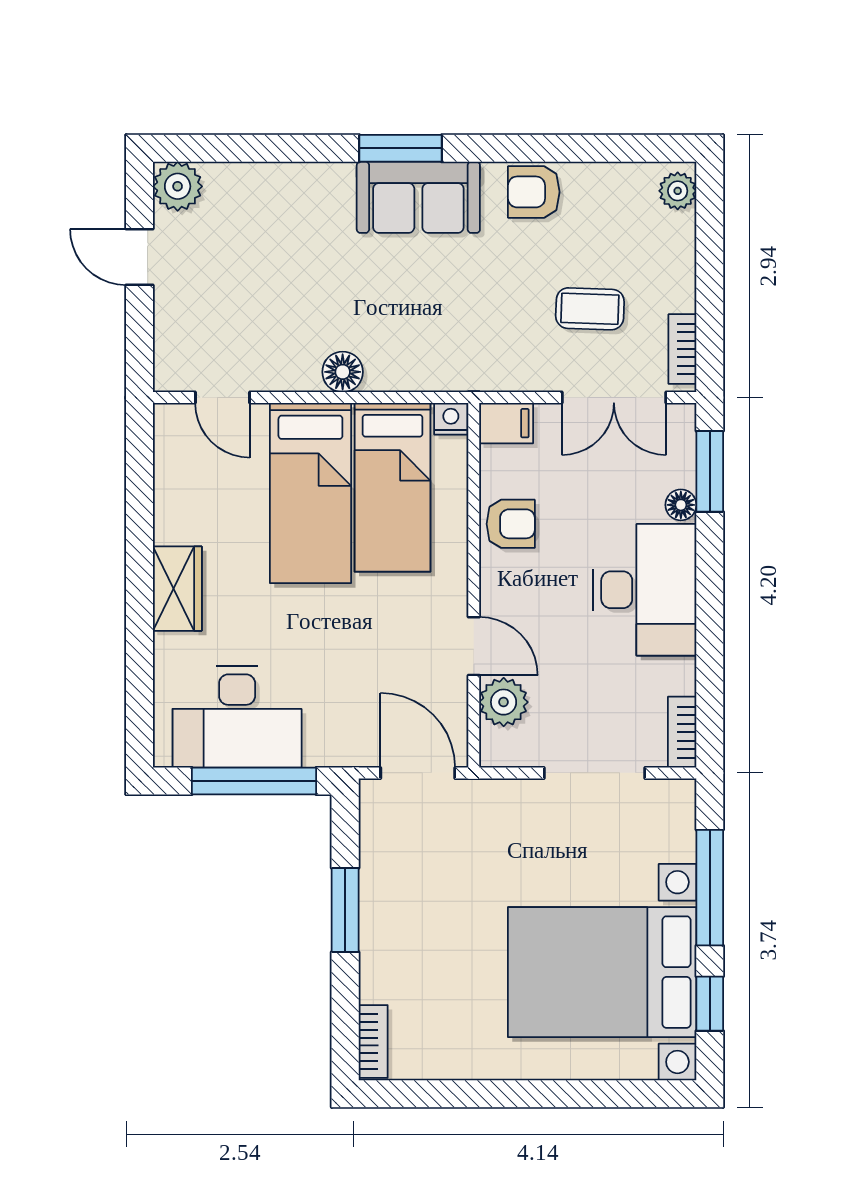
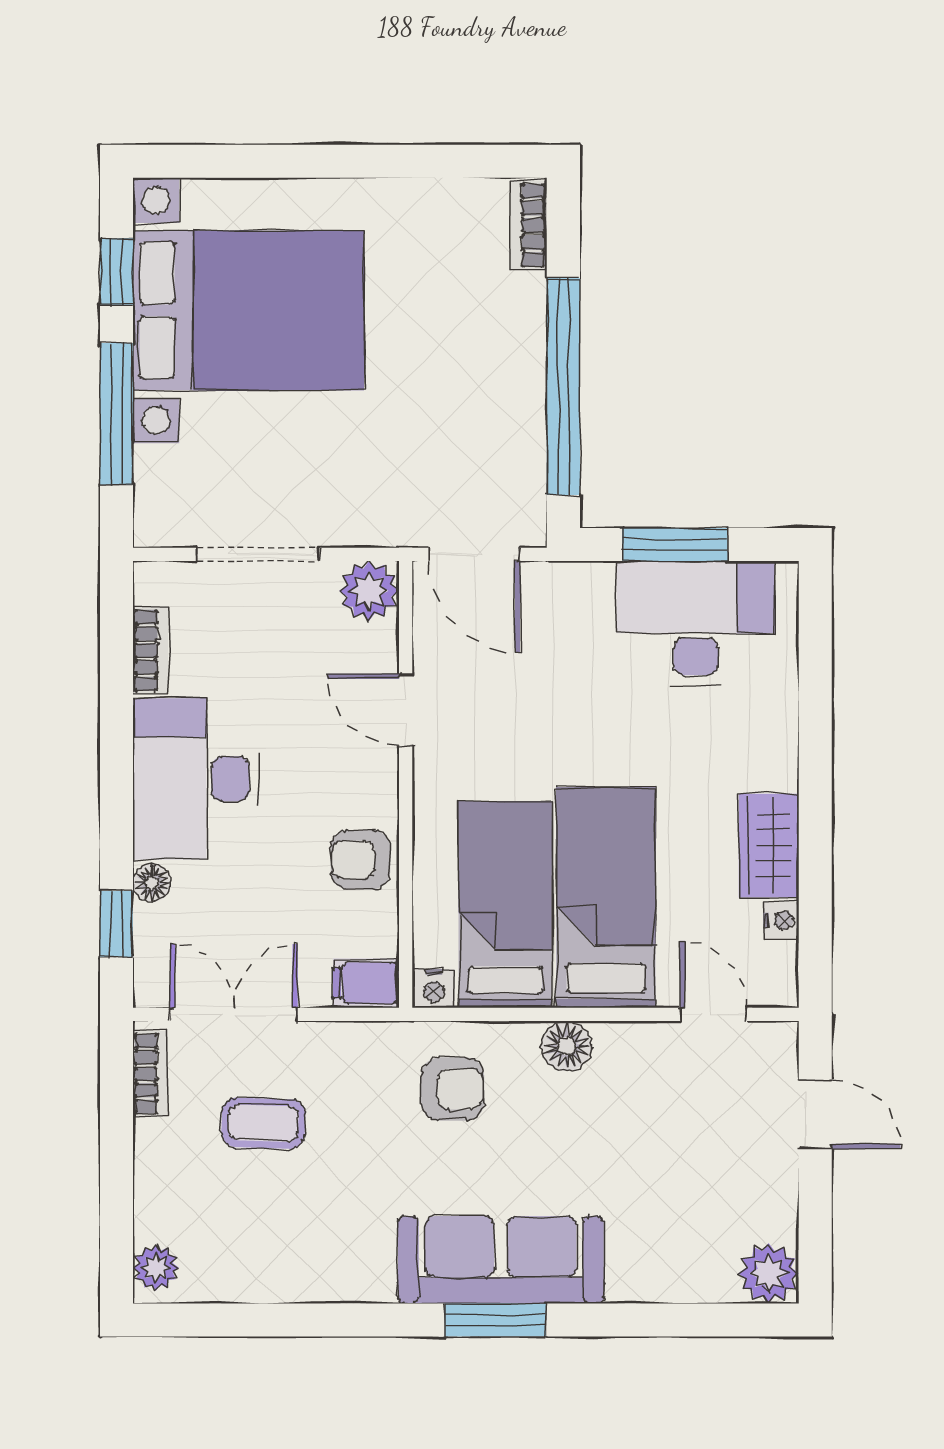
armchair: (534, 192) -> (453, 1089), moved
sofa: (418, 197) -> (501, 1260), width x1.36
door: (140, 257) -> (815, 1114), moved
window: (710, 471) -> (117, 924), width x0.67
nightstand: (167, 474) -> (781, 920), added
wardrobe: (177, 589) -> (769, 846), moved
plant: (504, 702) -> (369, 591), moved
bookcase: (682, 732) -> (150, 650), moved
window: (254, 781) -> (675, 545), width x0.69
window: (345, 910) -> (563, 387), width x2.11

